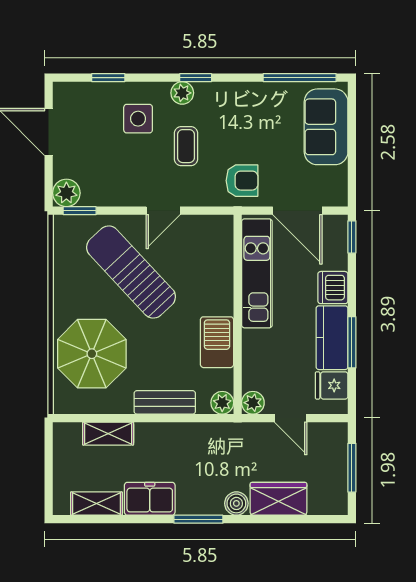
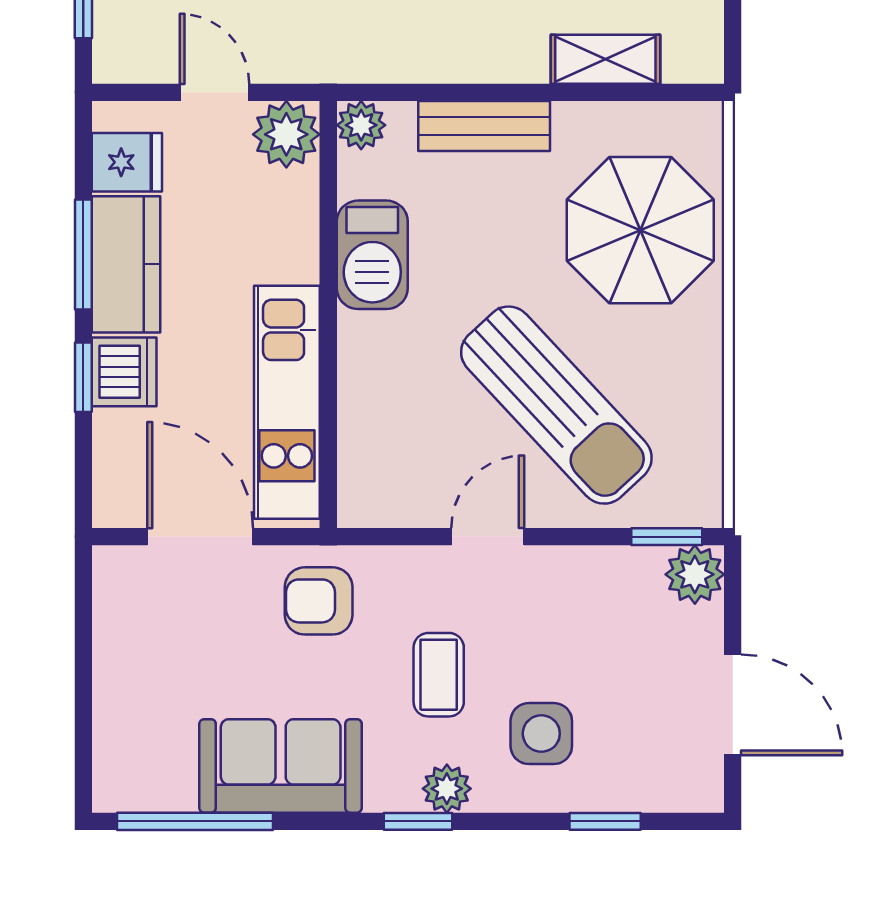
sofa: (326, 127) -> (281, 766), moved, turned -90
window: (352, 237) -> (83, 377), moved
plant: (253, 403) -> (286, 134), width x1.38, depth x1.38

